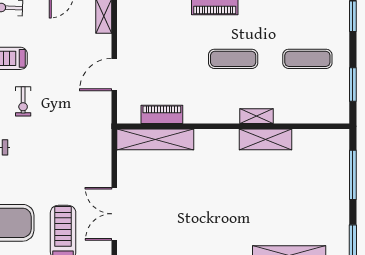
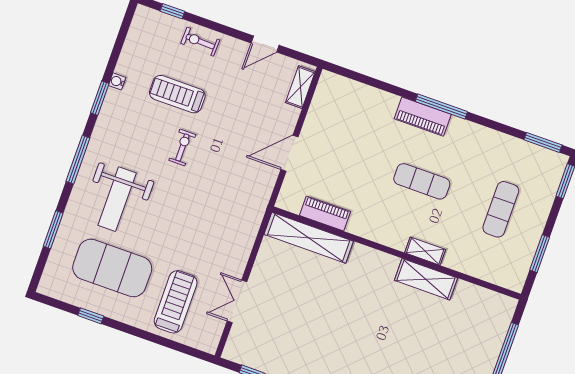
exercise mat: (307, 59) -> (501, 209), turned 90
exercise bike: (23, 101) -> (182, 147), turned 180
double door: (114, 214) -> (237, 301), width x0.73

